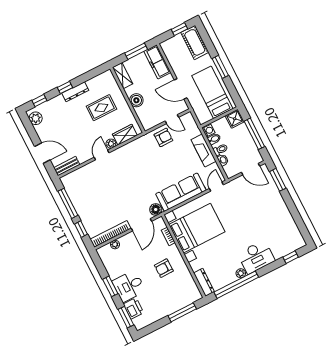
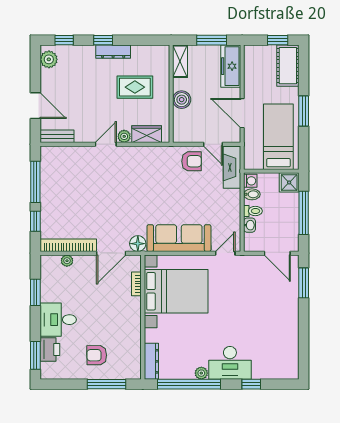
fireplace: (203, 150) -> (232, 167), moved
window: (291, 257) -> (251, 384), moved
armchair: (164, 268) -> (97, 355), moved
window: (110, 286) -> (35, 292), moved

